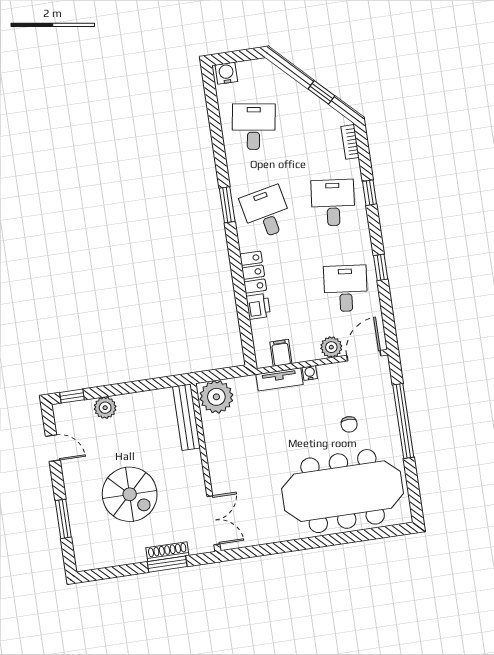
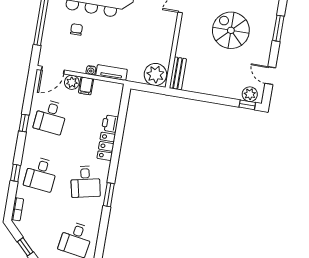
filing cabinet: (281, 353) -> (86, 86), moved
plant: (105, 408) -> (250, 94), moved
bench: (186, 417) -> (178, 73), width x0.73

